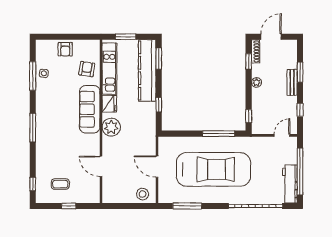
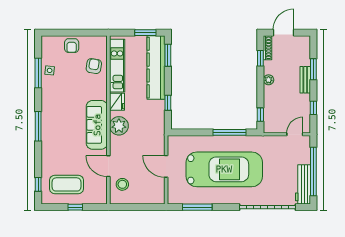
window: (126, 37) -> (145, 33), moved
sofa: (90, 109) -> (97, 125), moved
coffee table: (60, 184) -> (66, 184), width x1.86, depth x1.72
stool: (142, 194) -> (122, 184), moved

